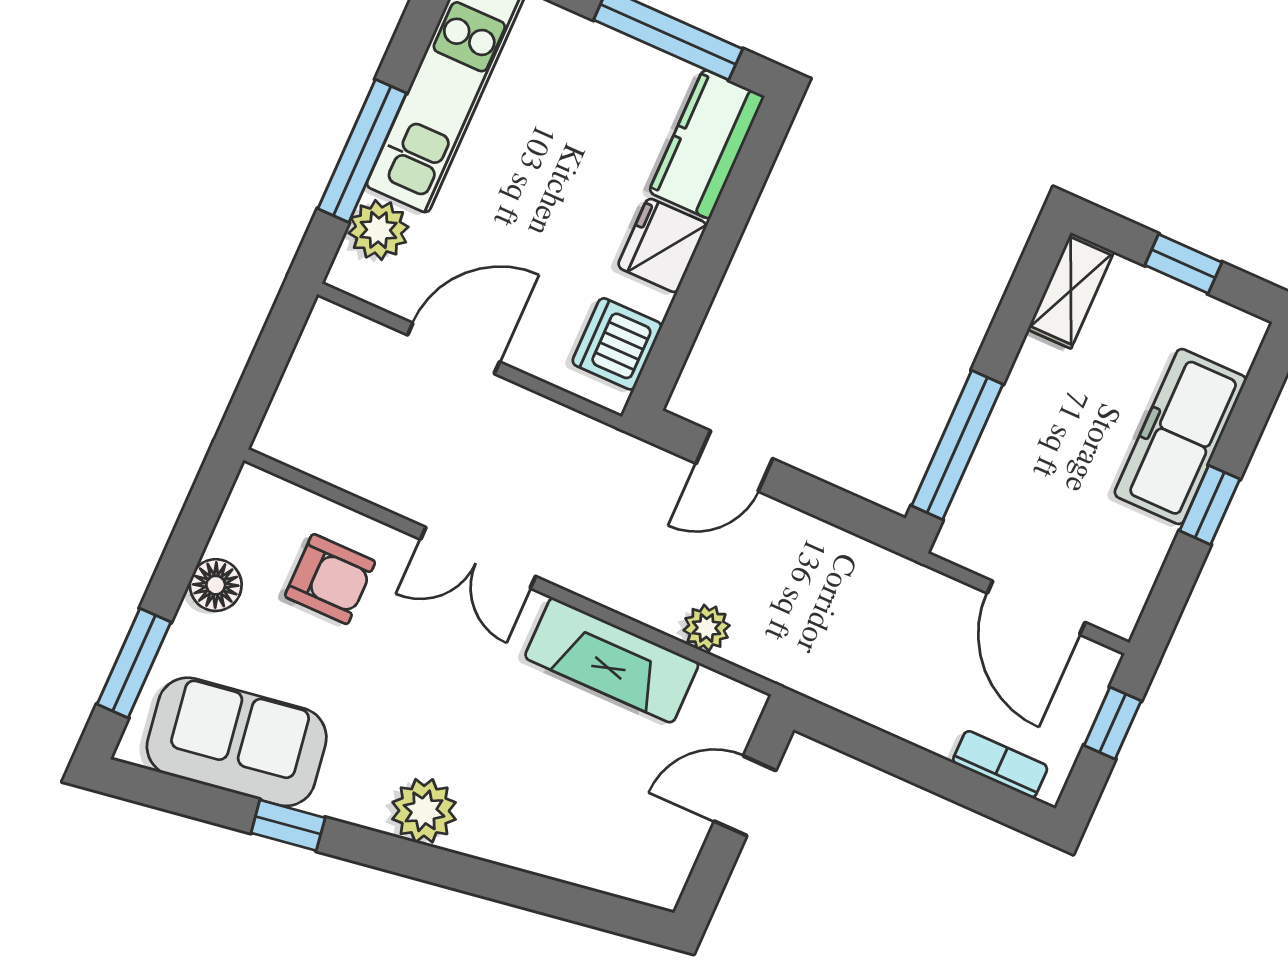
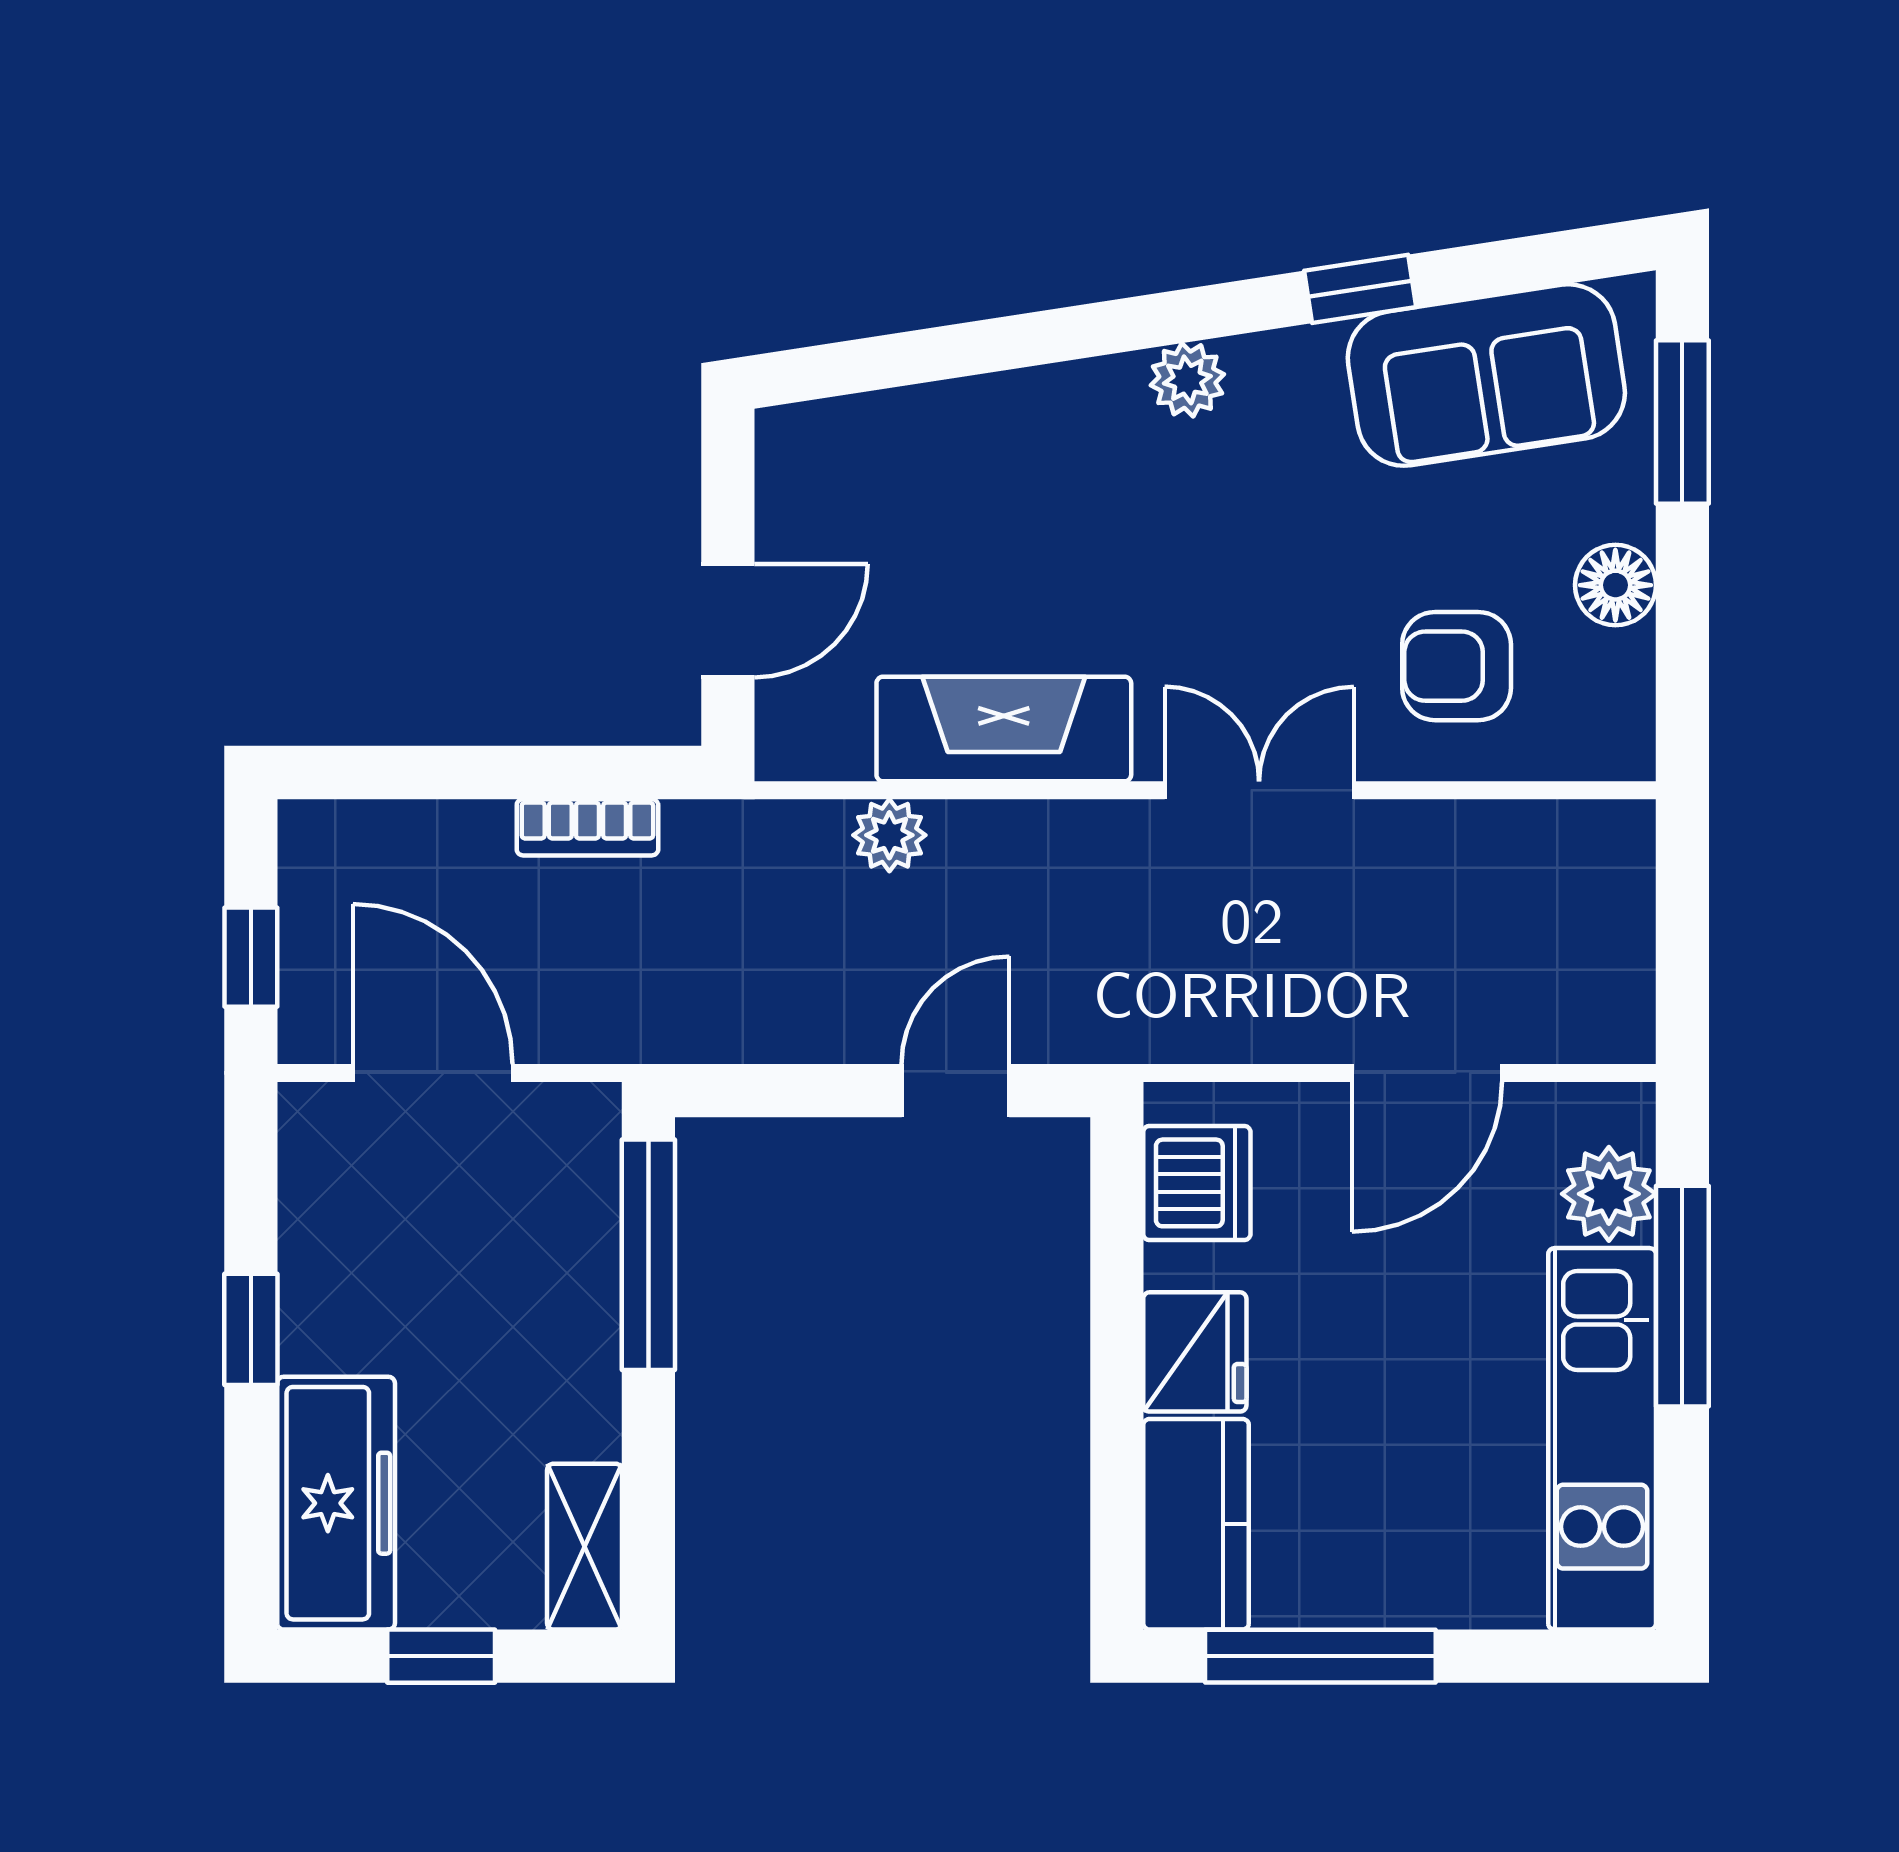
freezer: (1180, 436) -> (336, 1503), moved
bookcase: (1000, 764) -> (587, 827), moved
plant: (424, 811) -> (1187, 380), width x0.73, depth x0.73

